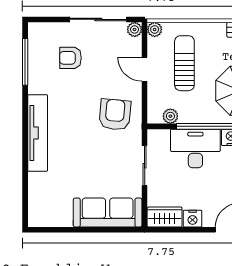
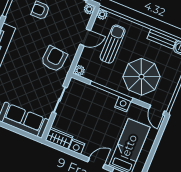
door: (145, 69) -> (85, 37), swing flipped
plant: (170, 116) -> (79, 70), moved
desk: (195, 148) -> (97, 102), removed

